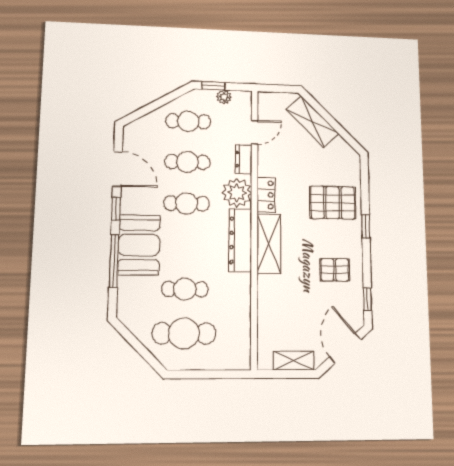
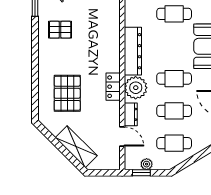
window: (213, 86) -> (141, 173), moved
door: (255, 132) -> (122, 136), swing flipped
pallet: (333, 203) -> (67, 93), moved, turned 90
window: (366, 226) -> (35, 64), removed
shelving: (269, 244) -> (111, 49), removed

